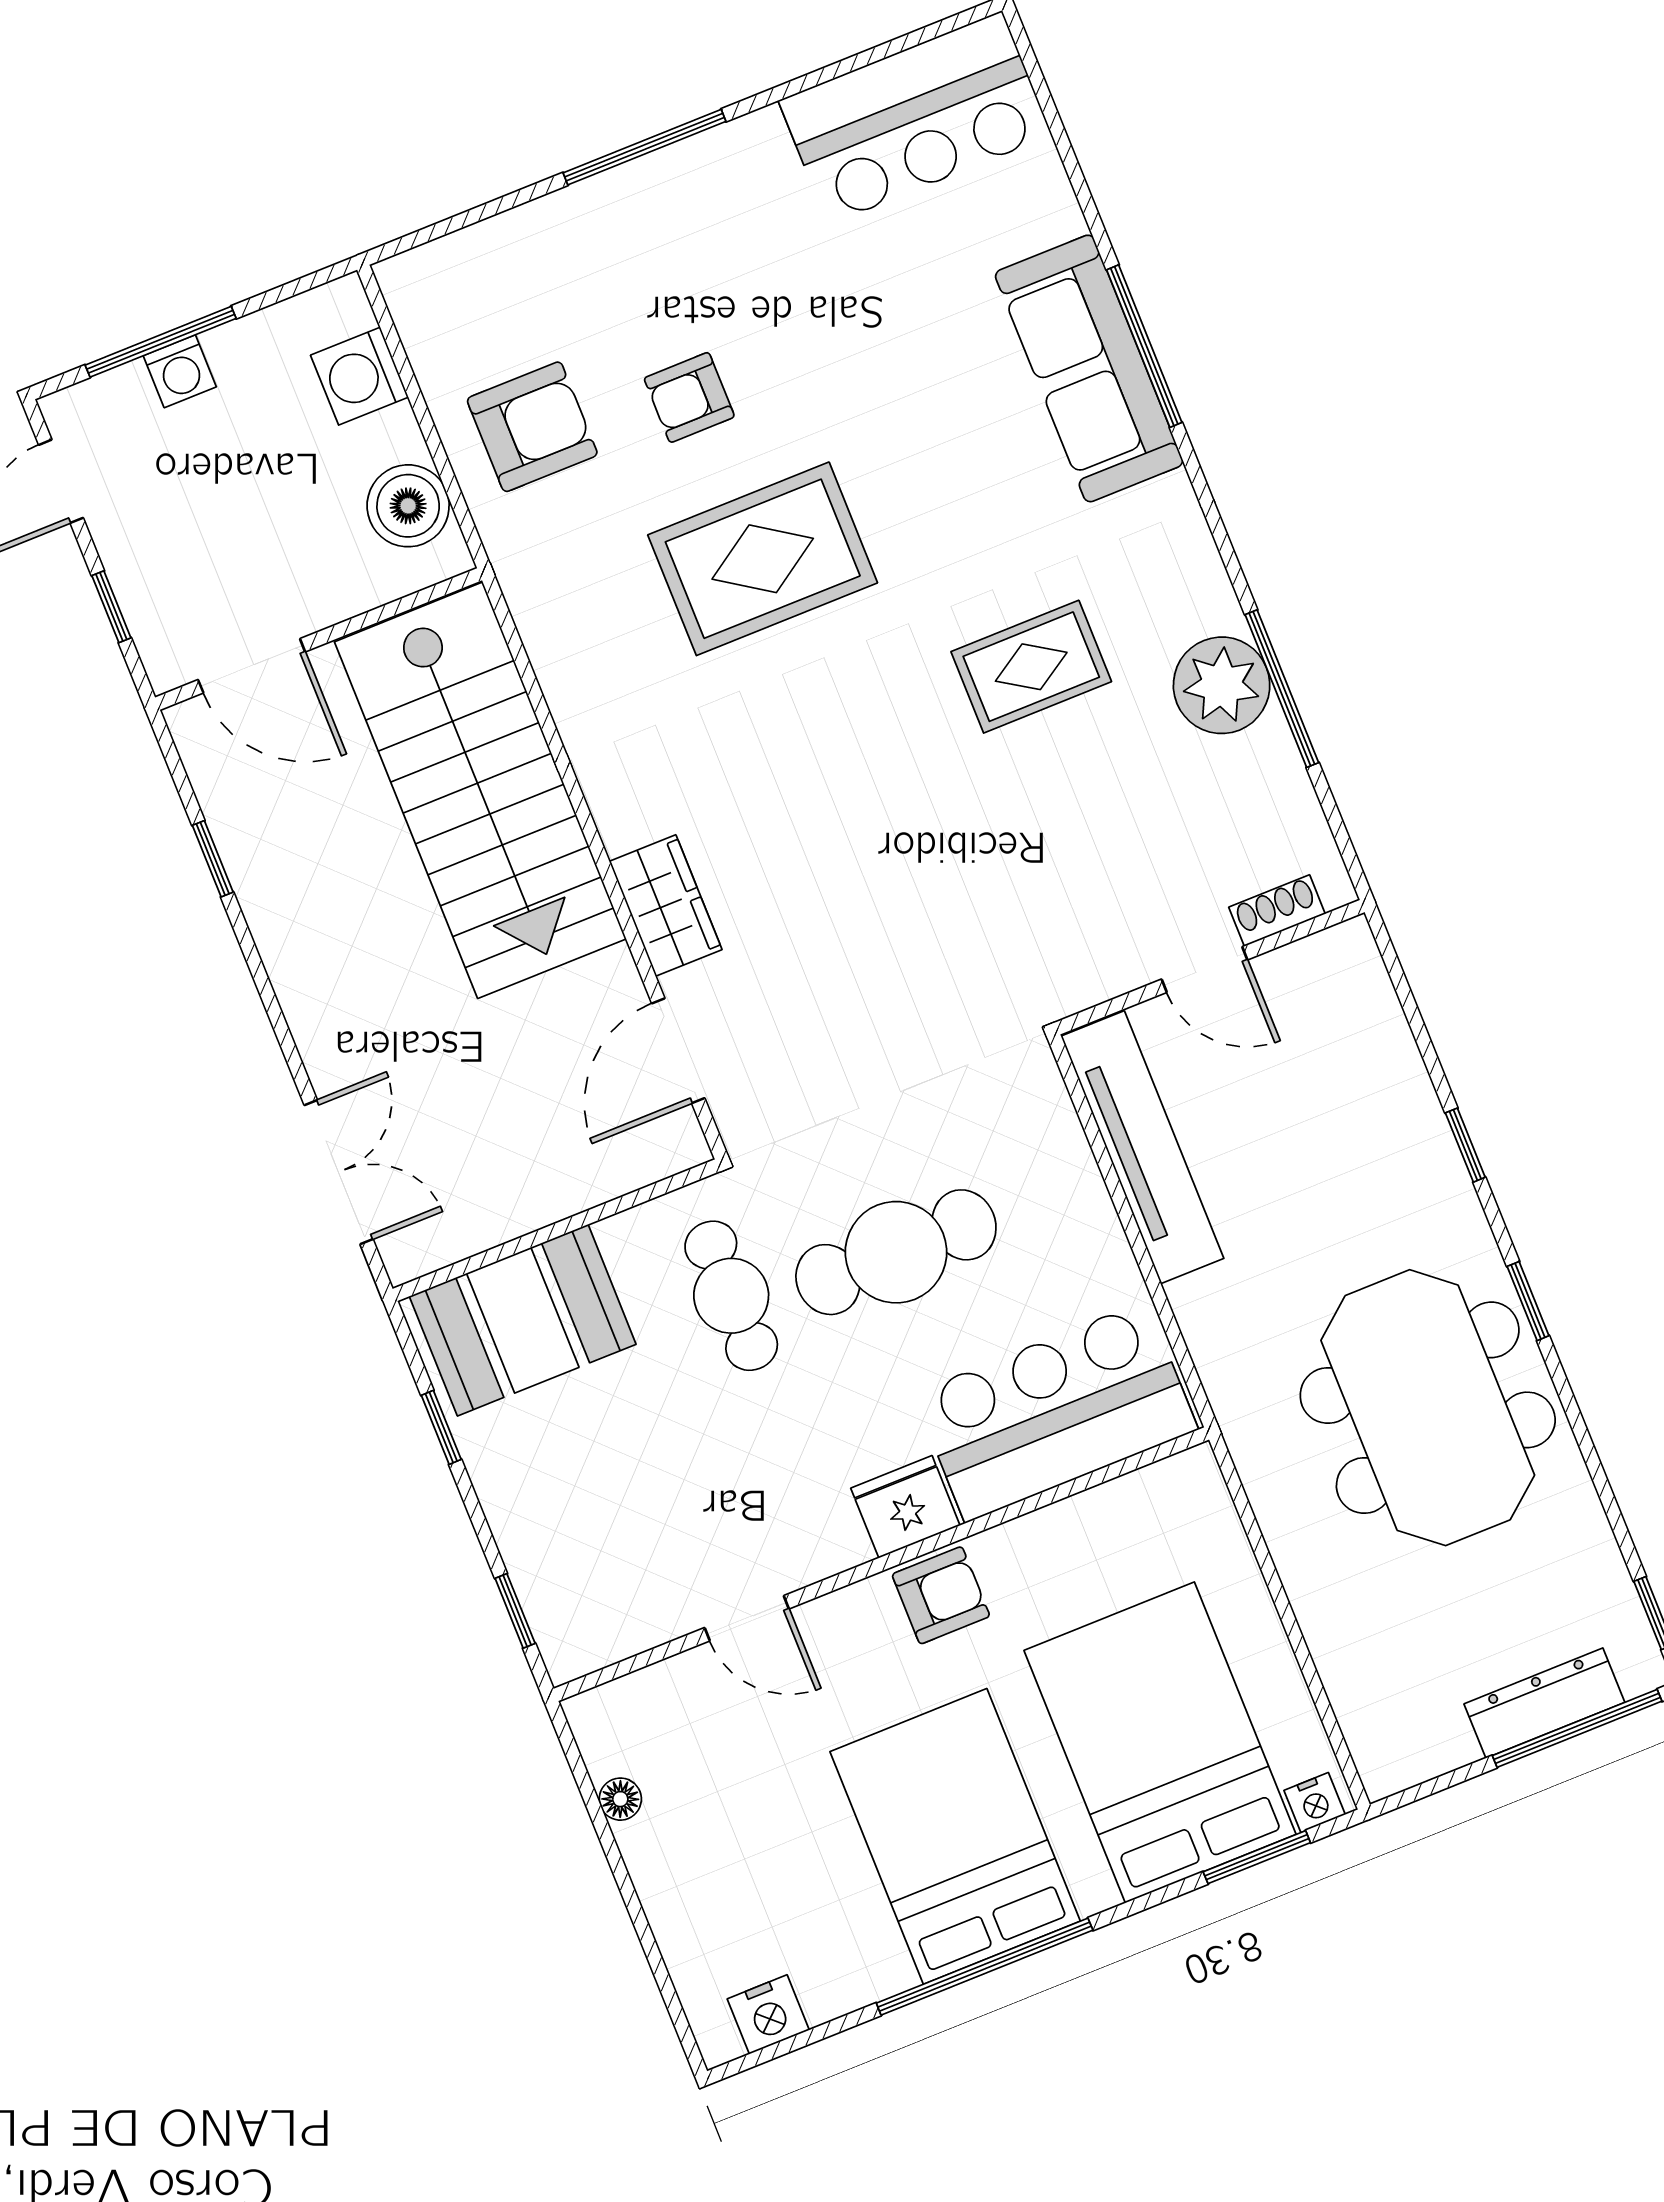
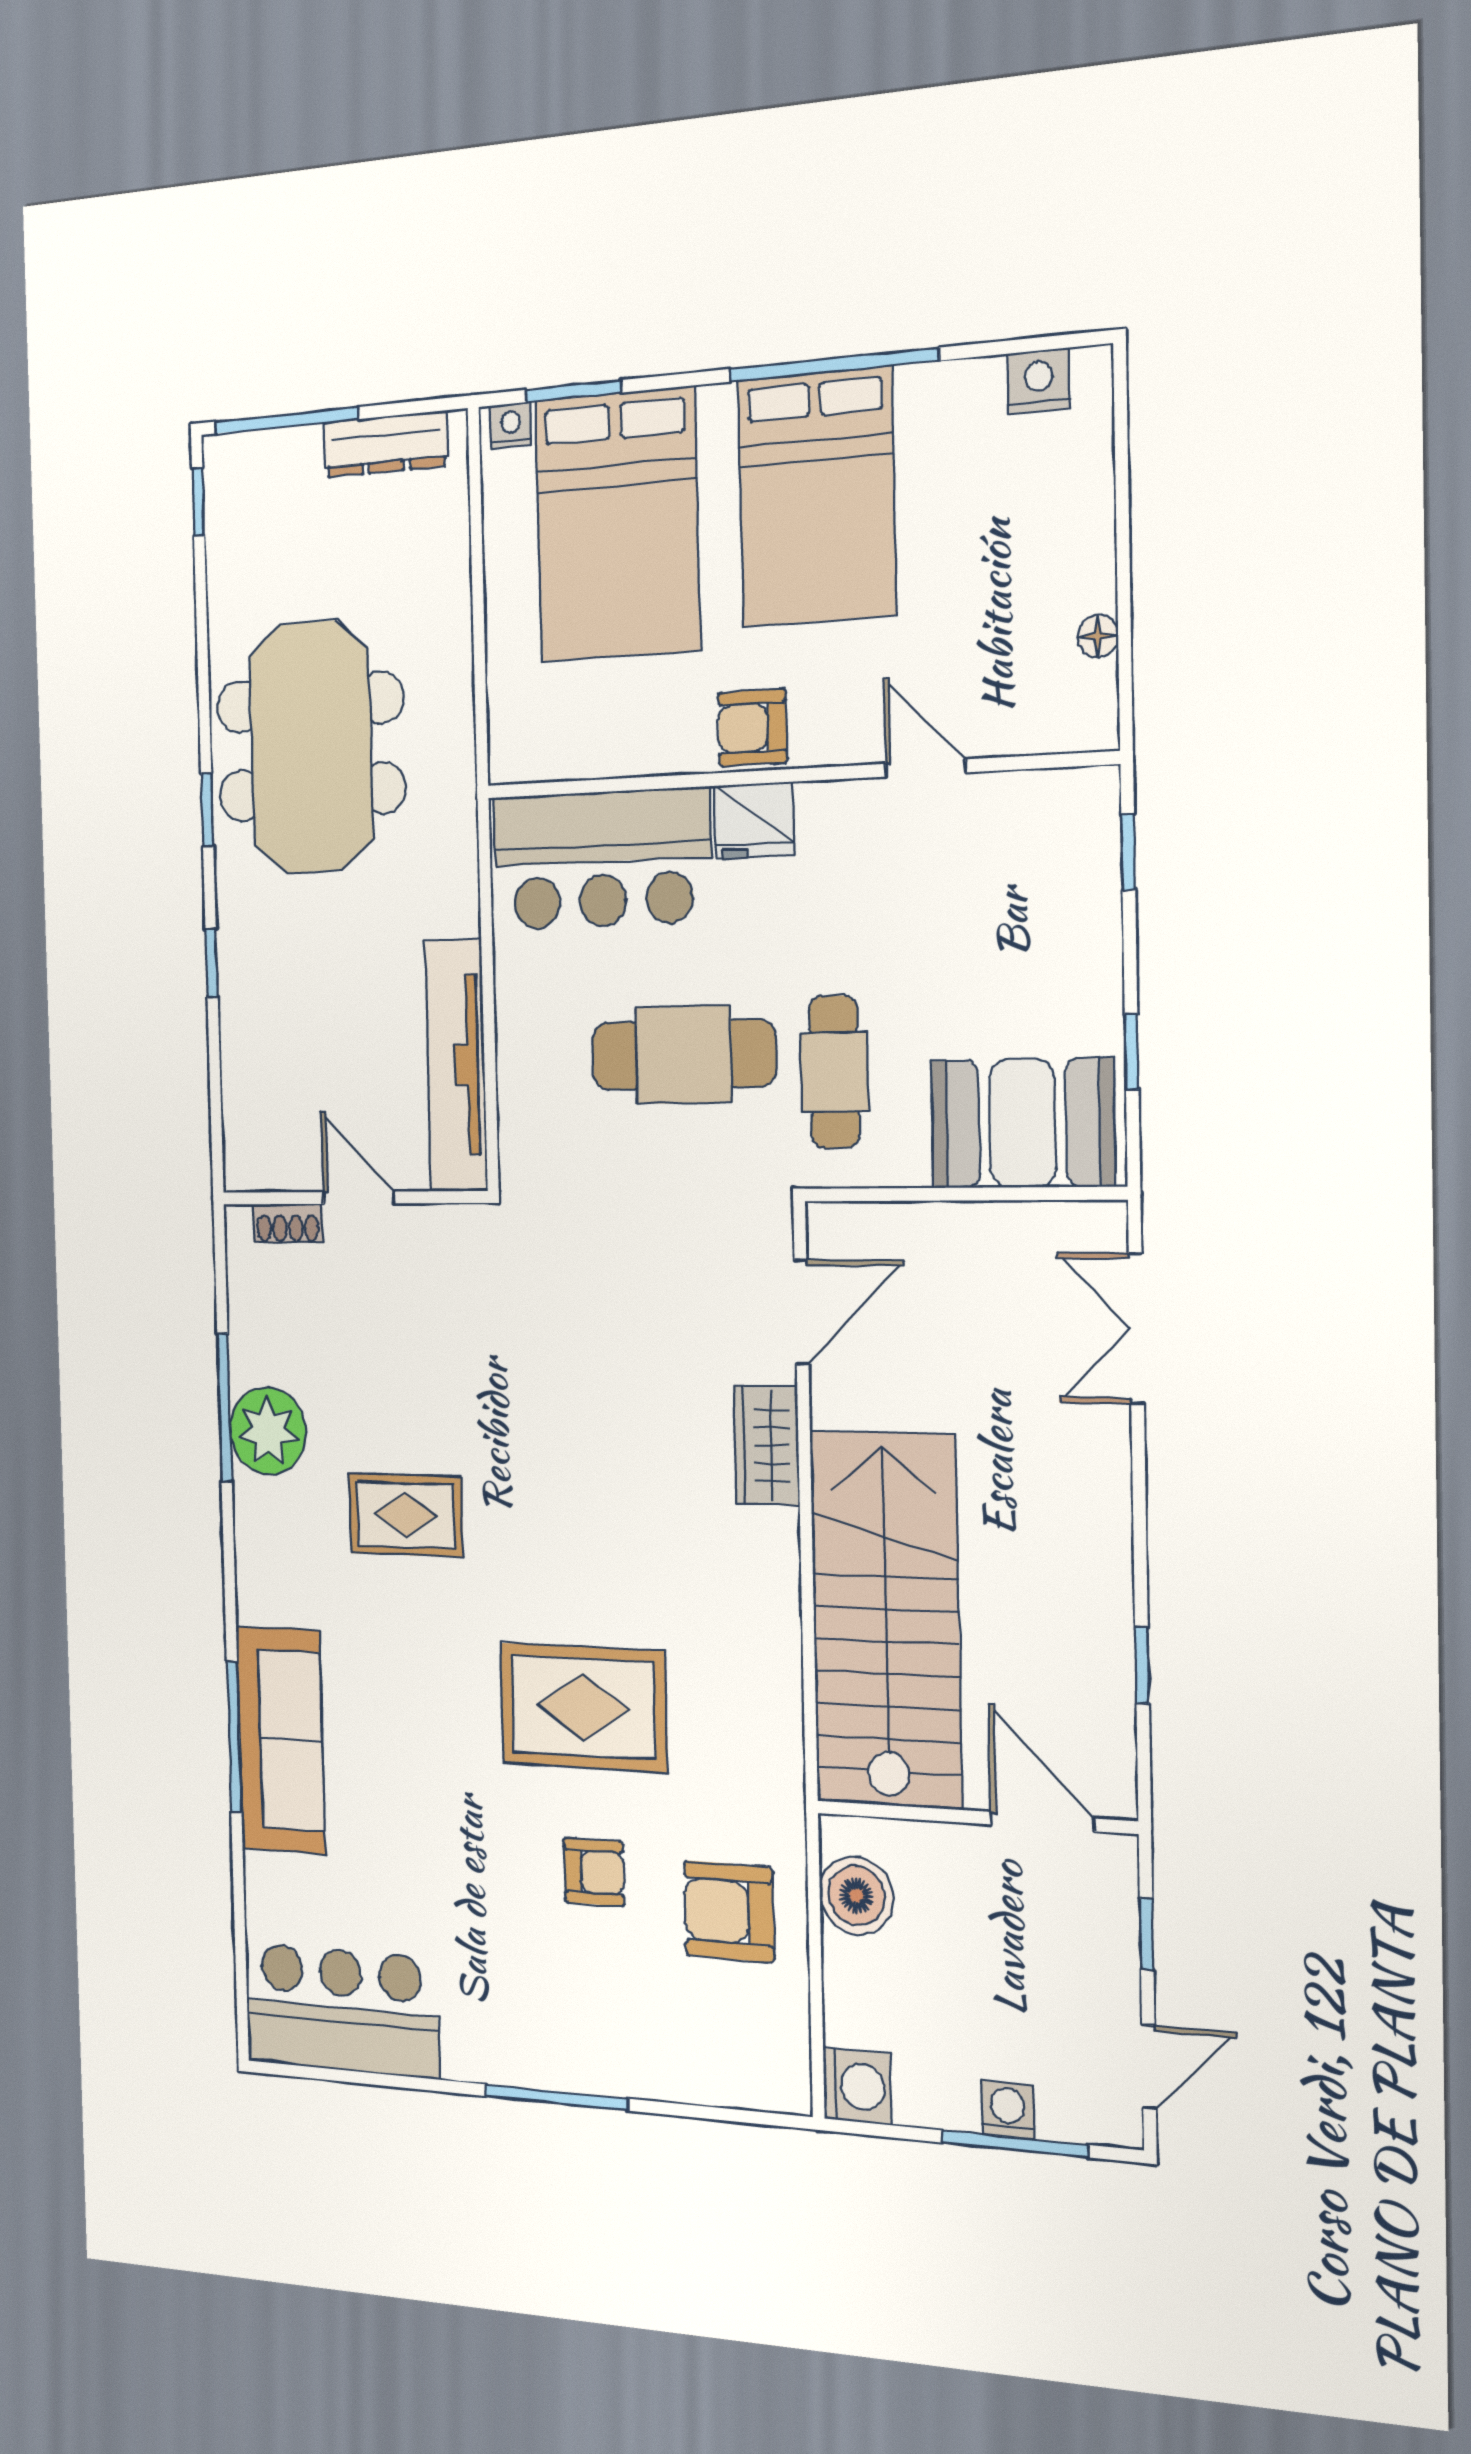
washing machine: (360, 376) -> (857, 2086), moved
dresser: (1544, 1703) -> (386, 444), moved

